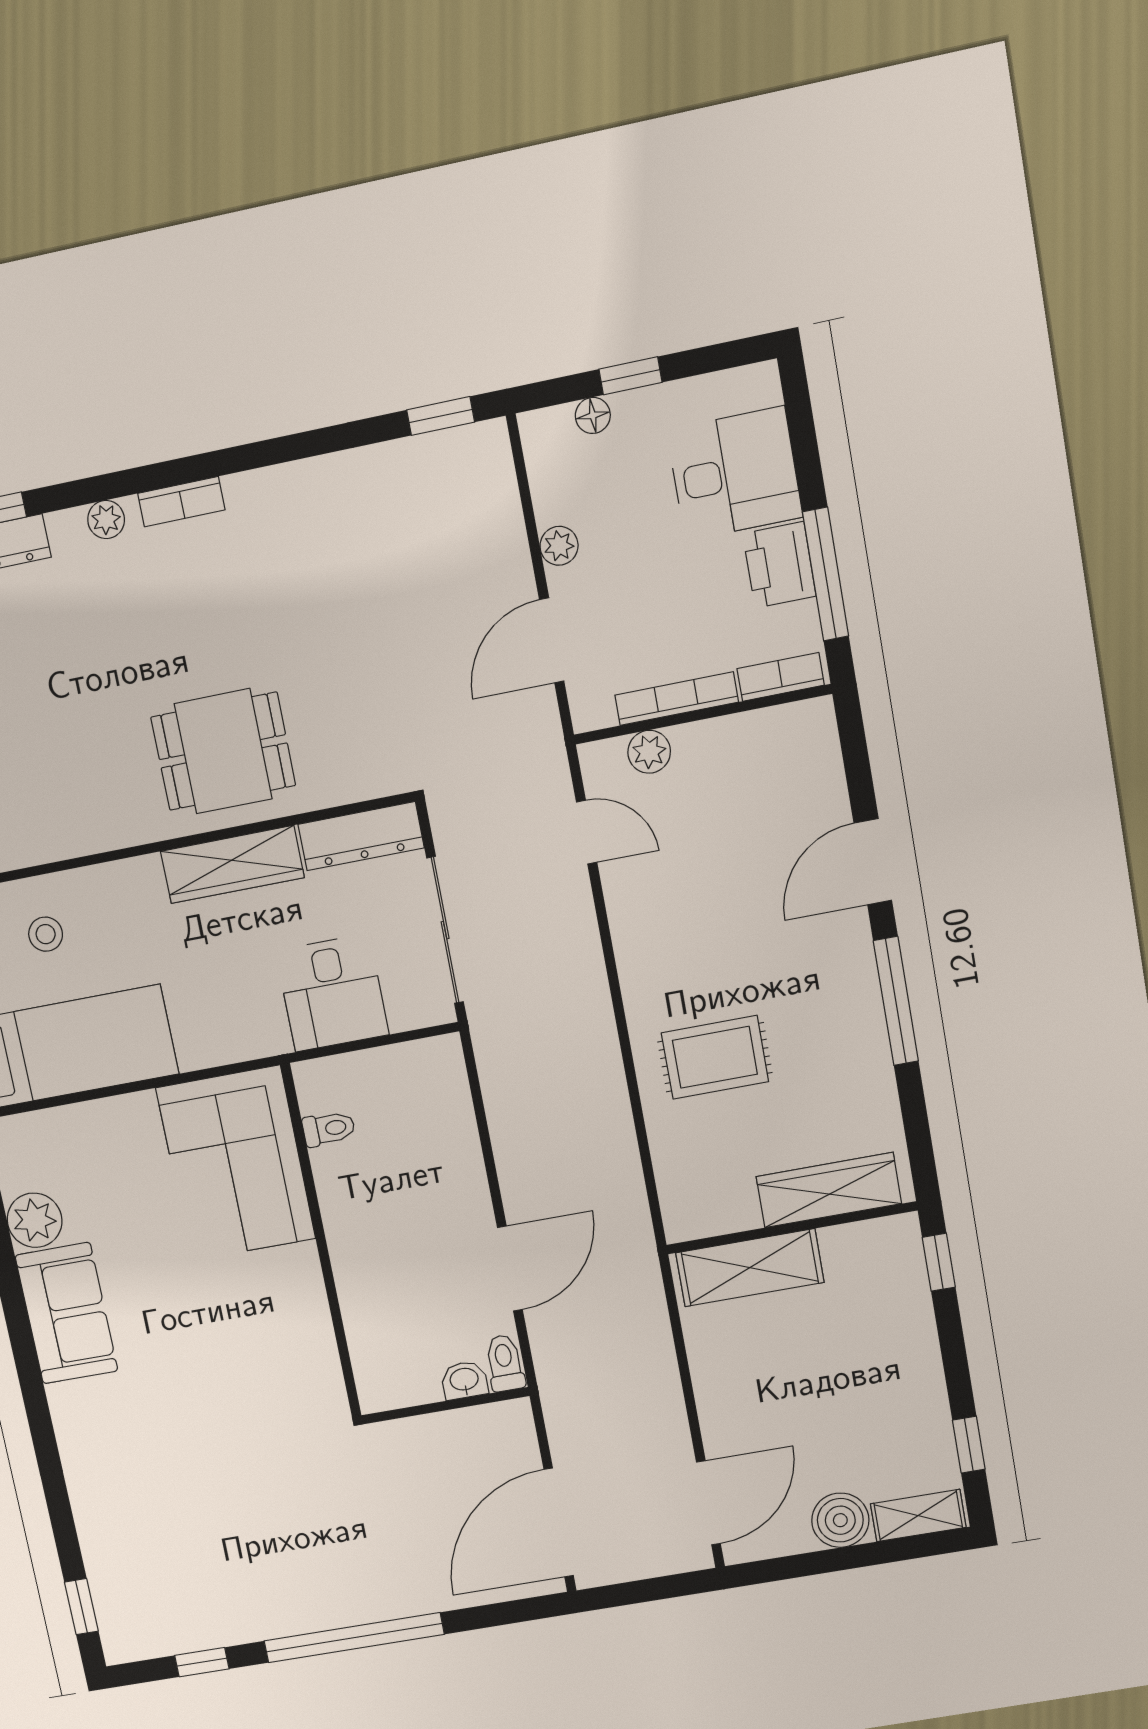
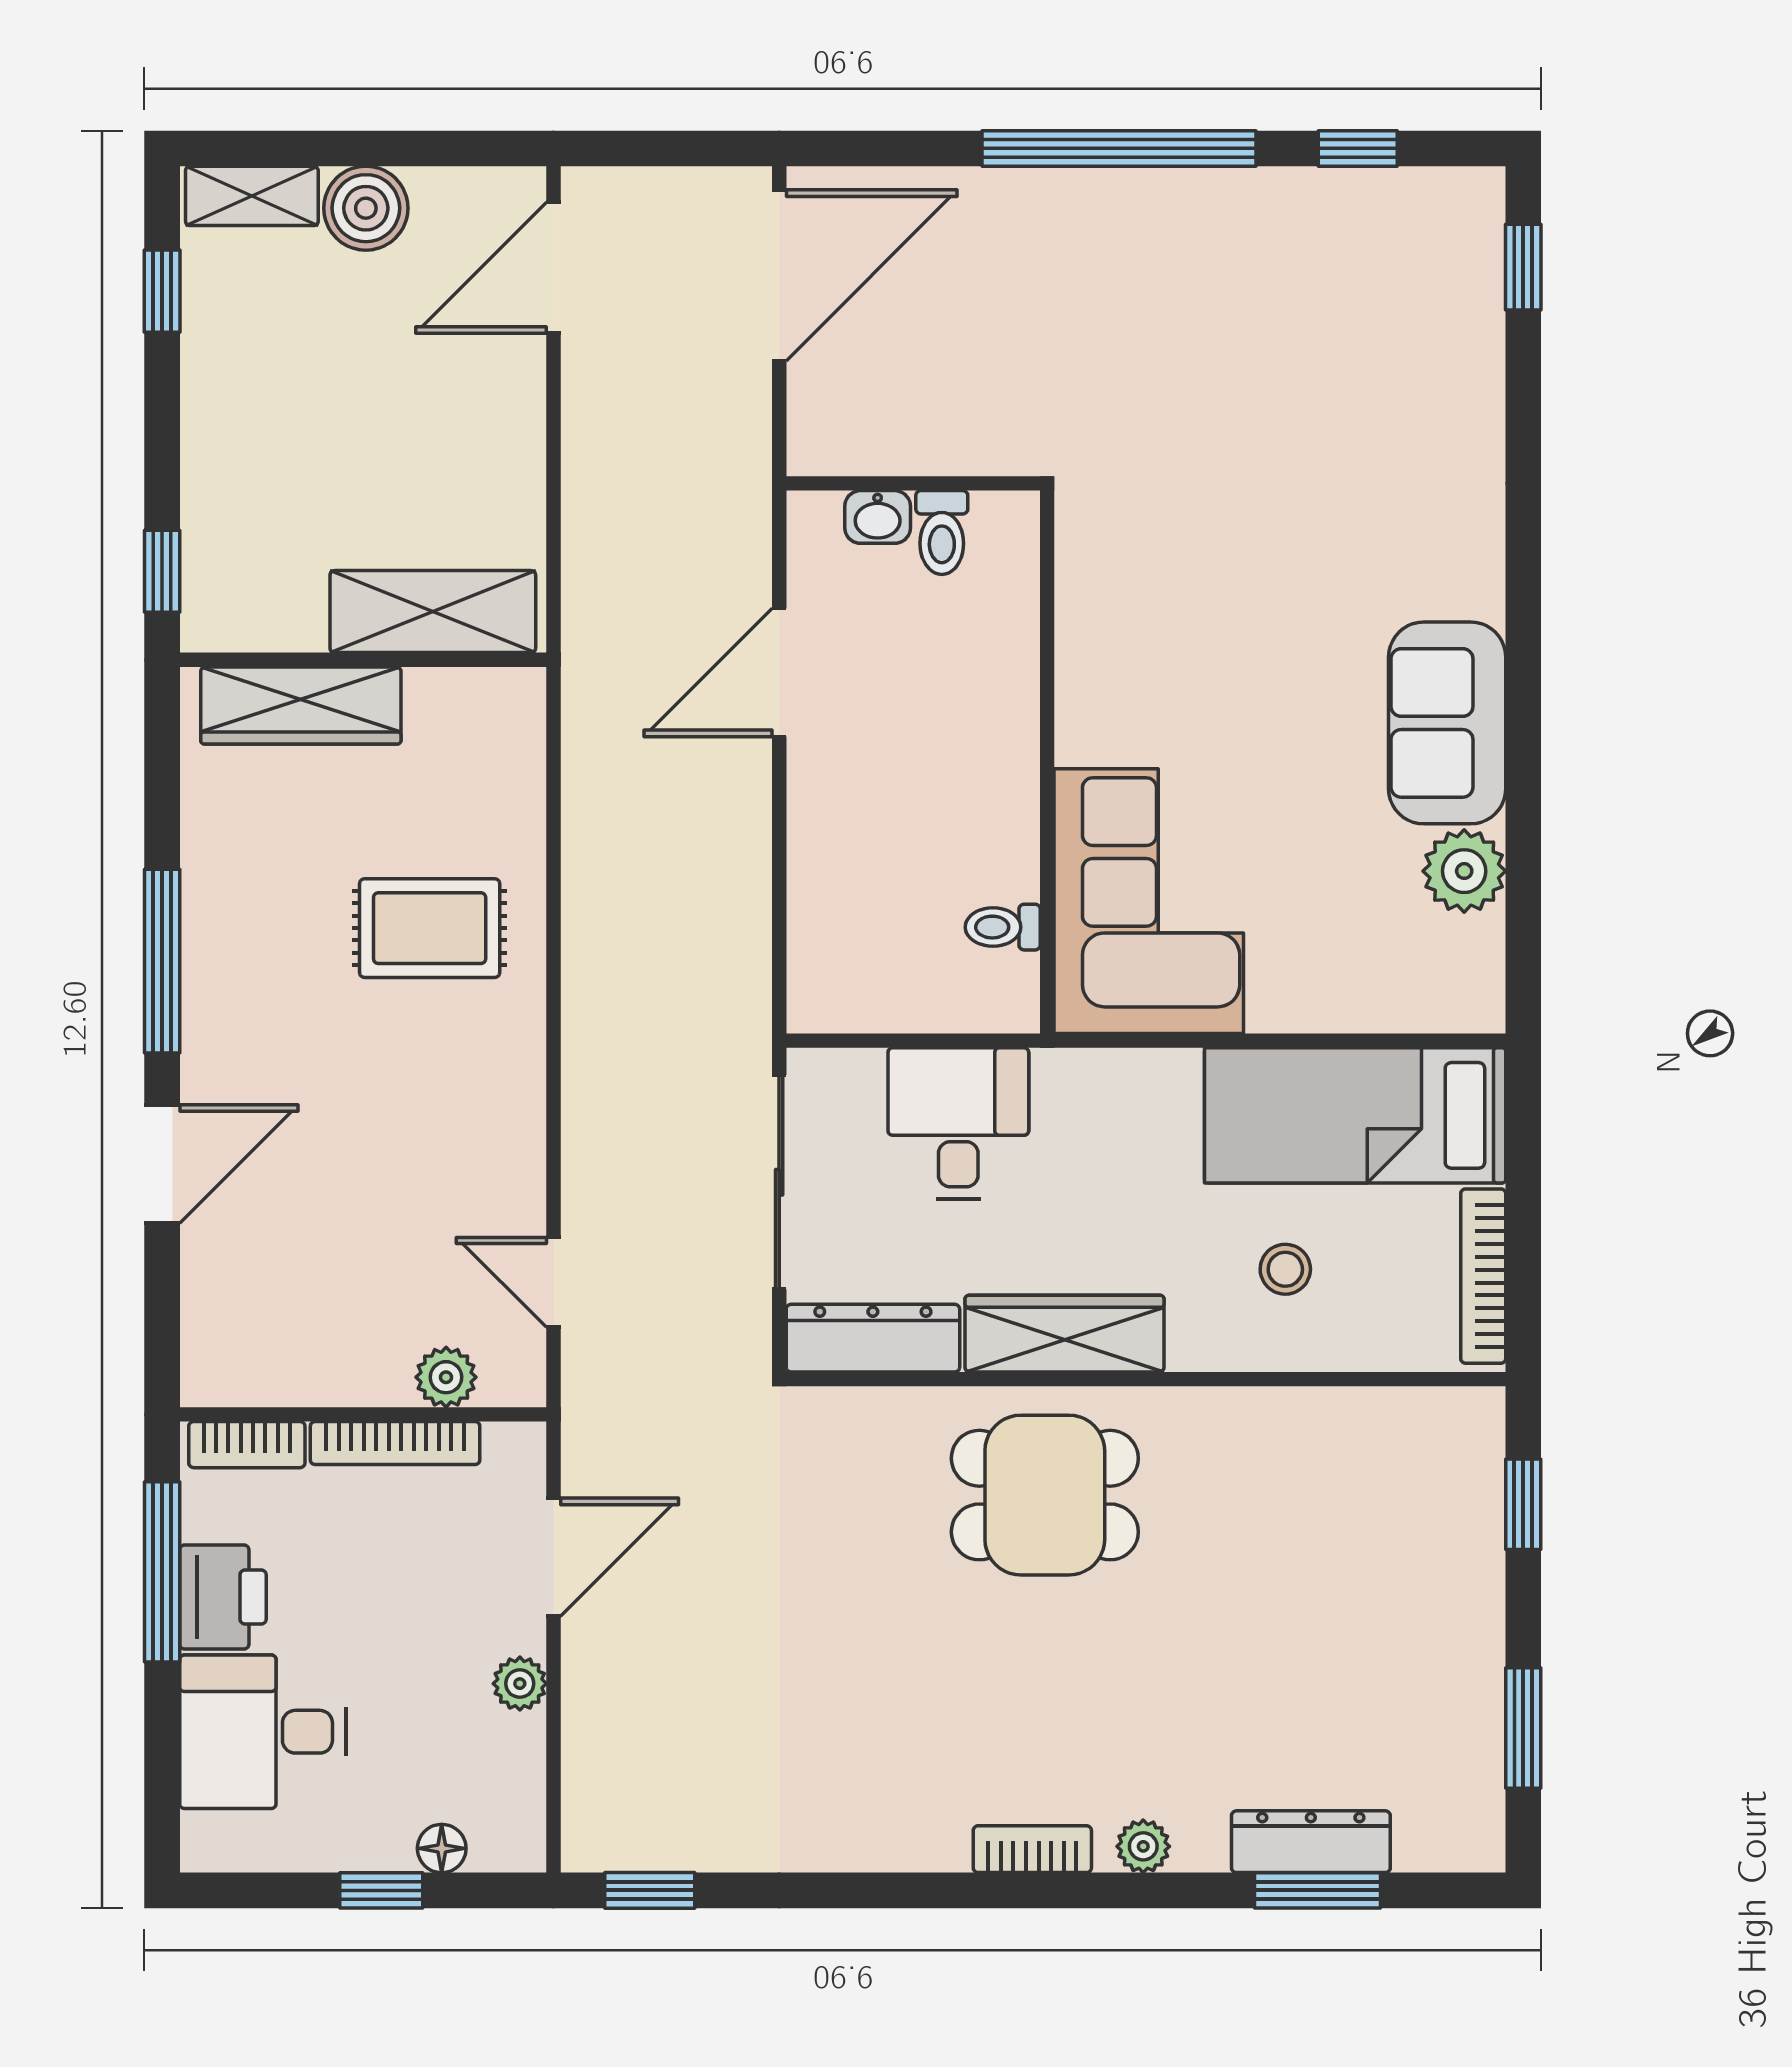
stool: (46, 934) -> (1285, 1269), moved
toilet: (505, 1363) -> (942, 533), moved

